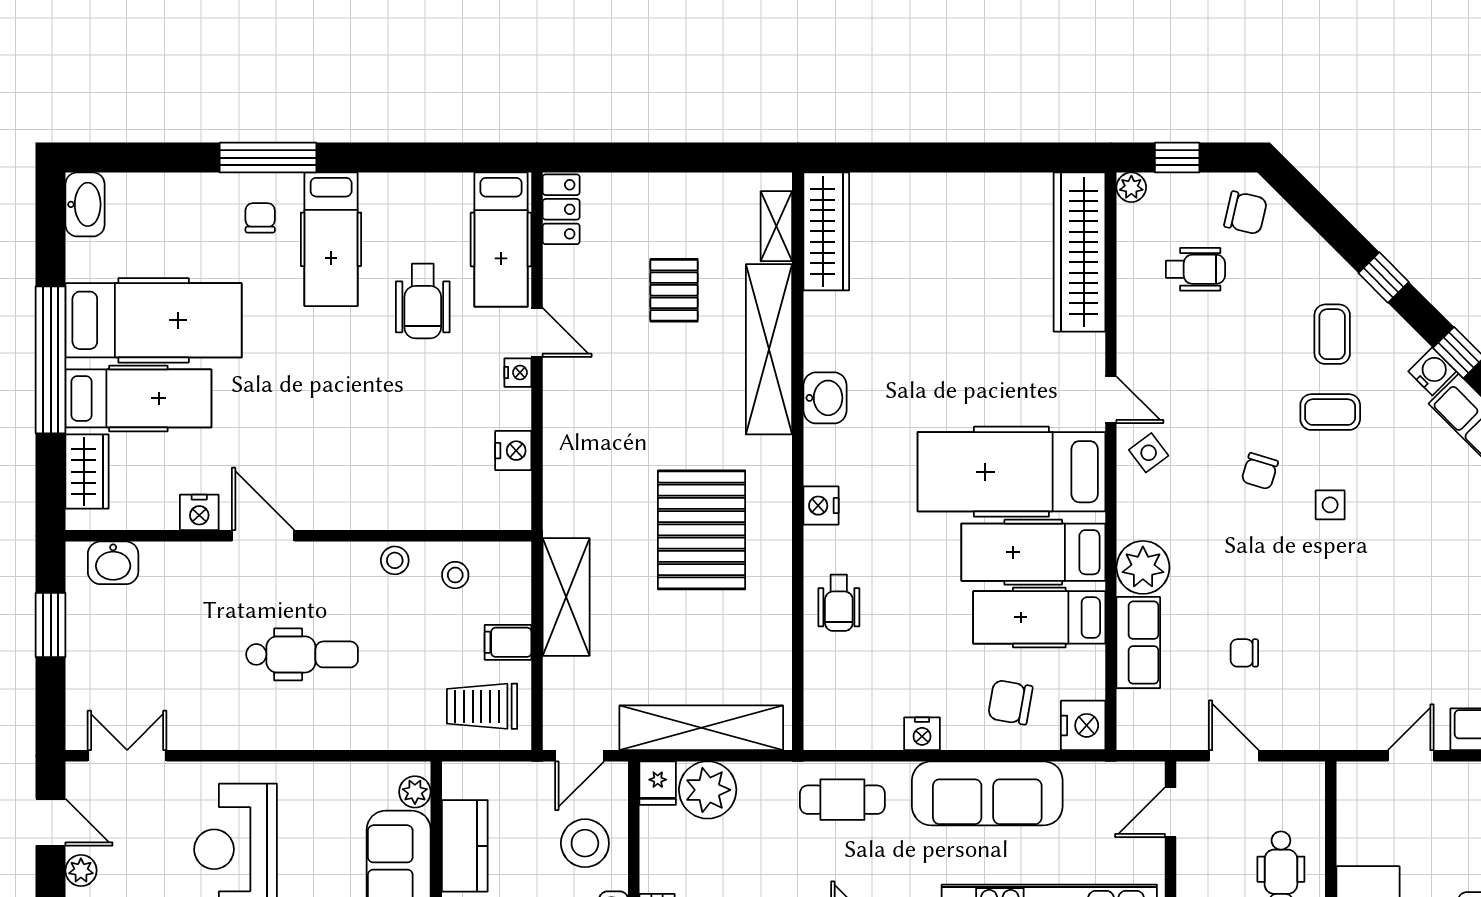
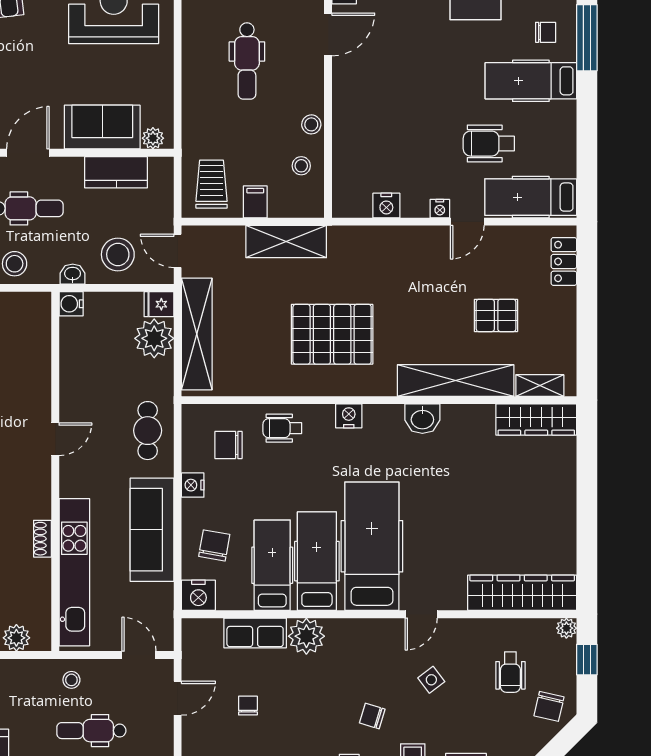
locker: (561, 209) -> (564, 261), moved, turned 90
side table: (1149, 453) -> (431, 680), moved
chair: (863, 681) -> (229, 445), added

